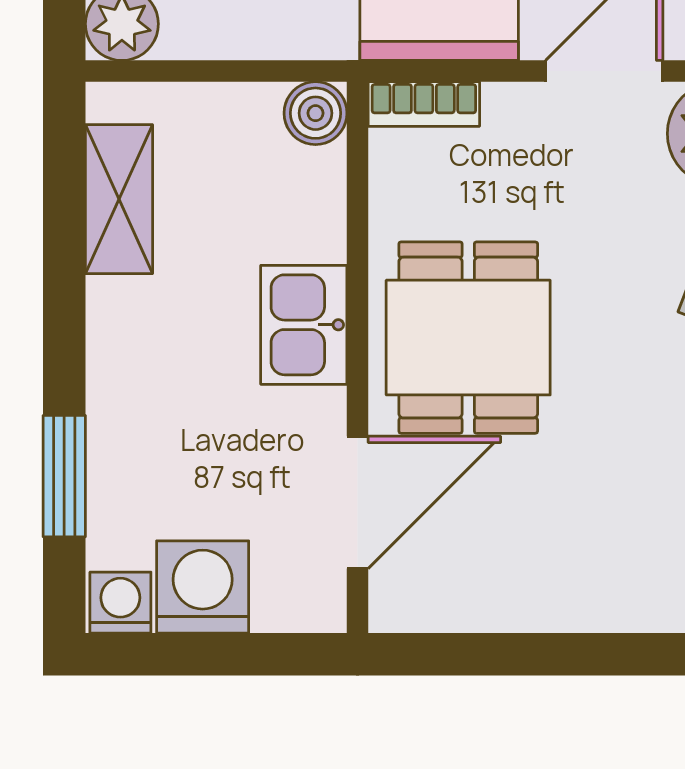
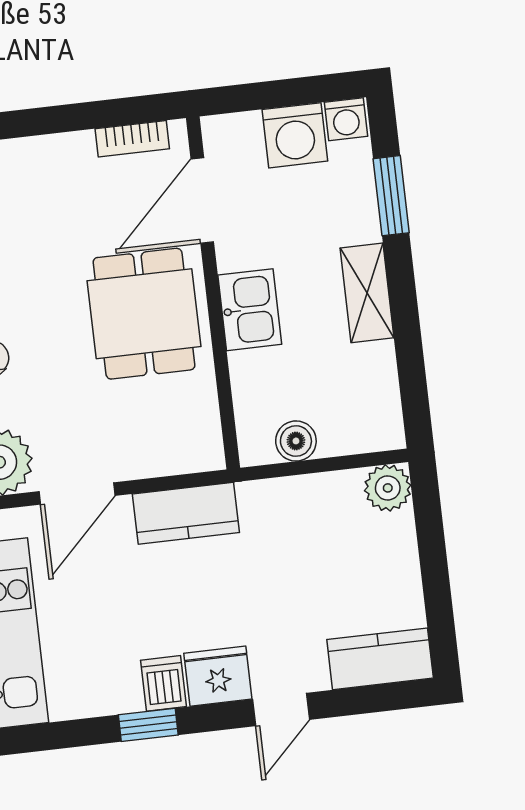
bookcase: (424, 104) -> (132, 139), moved, turned 180
boiler: (315, 113) -> (296, 441), moved
shelving: (119, 199) -> (367, 293), moved

